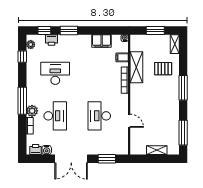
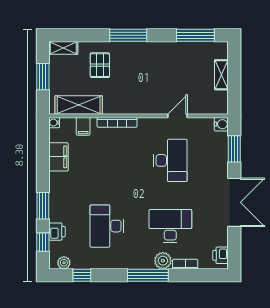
shelving: (136, 67) -> (79, 105), moved
desk: (99, 116) -> (170, 160), turned -90
water cooler: (47, 150) -> (221, 124), moved

